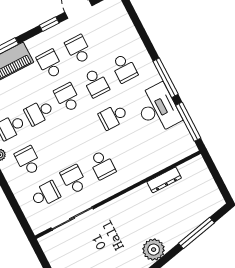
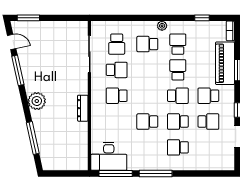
school desk: (50, 64) -> (208, 96), turned 180
desk: (158, 109) -> (109, 156), moved
school desk: (113, 116) -> (147, 122), turned -90
school desk: (28, 161) -> (147, 44), turned 180
dresser: (164, 180) -> (83, 108), moved

